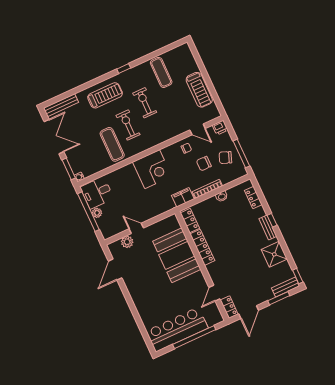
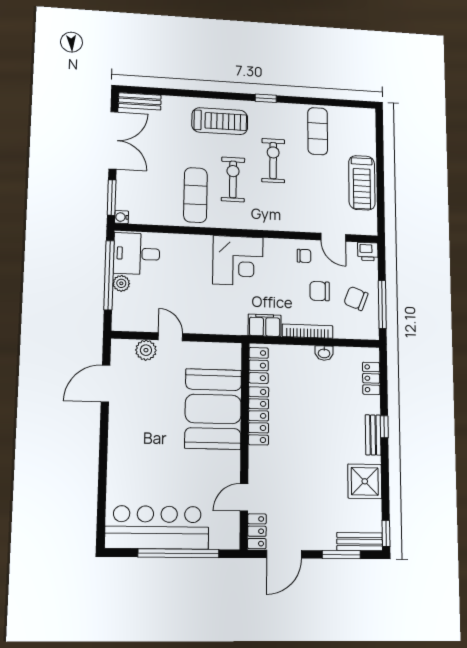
bench: (61, 105) -> (140, 101), width x0.73

